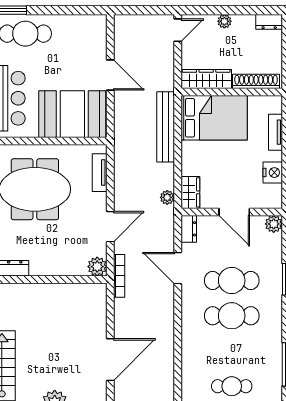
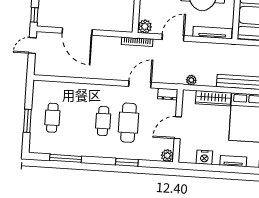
tv unit: (100, 173) -> (212, 33), width x1.41
wardrobe: (190, 192) -> (213, 98), moved, width x1.50
door: (110, 227) -> (173, 38), swing flipped
cafe table: (232, 316) -> (103, 121), width x0.73, depth x0.74

